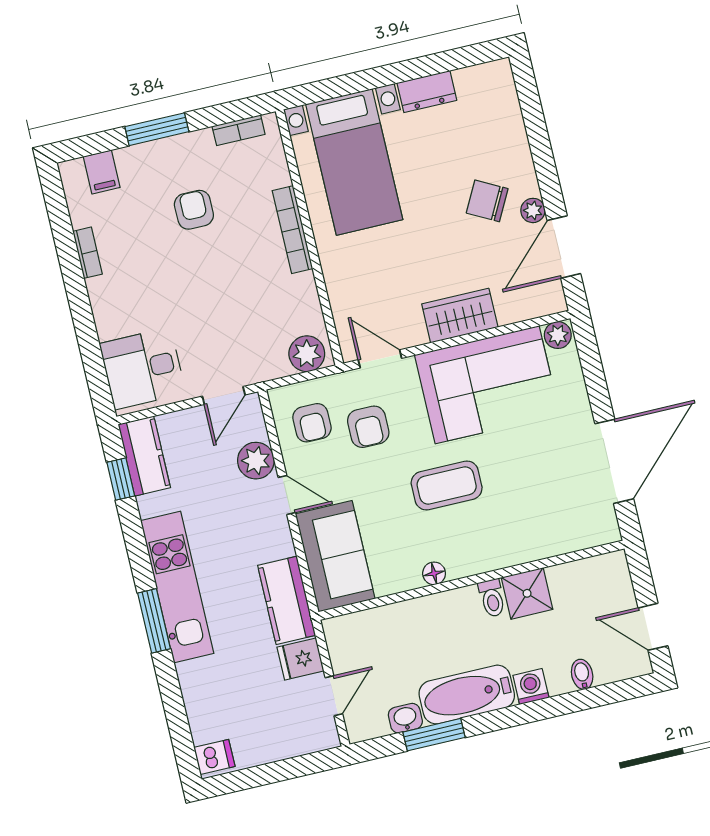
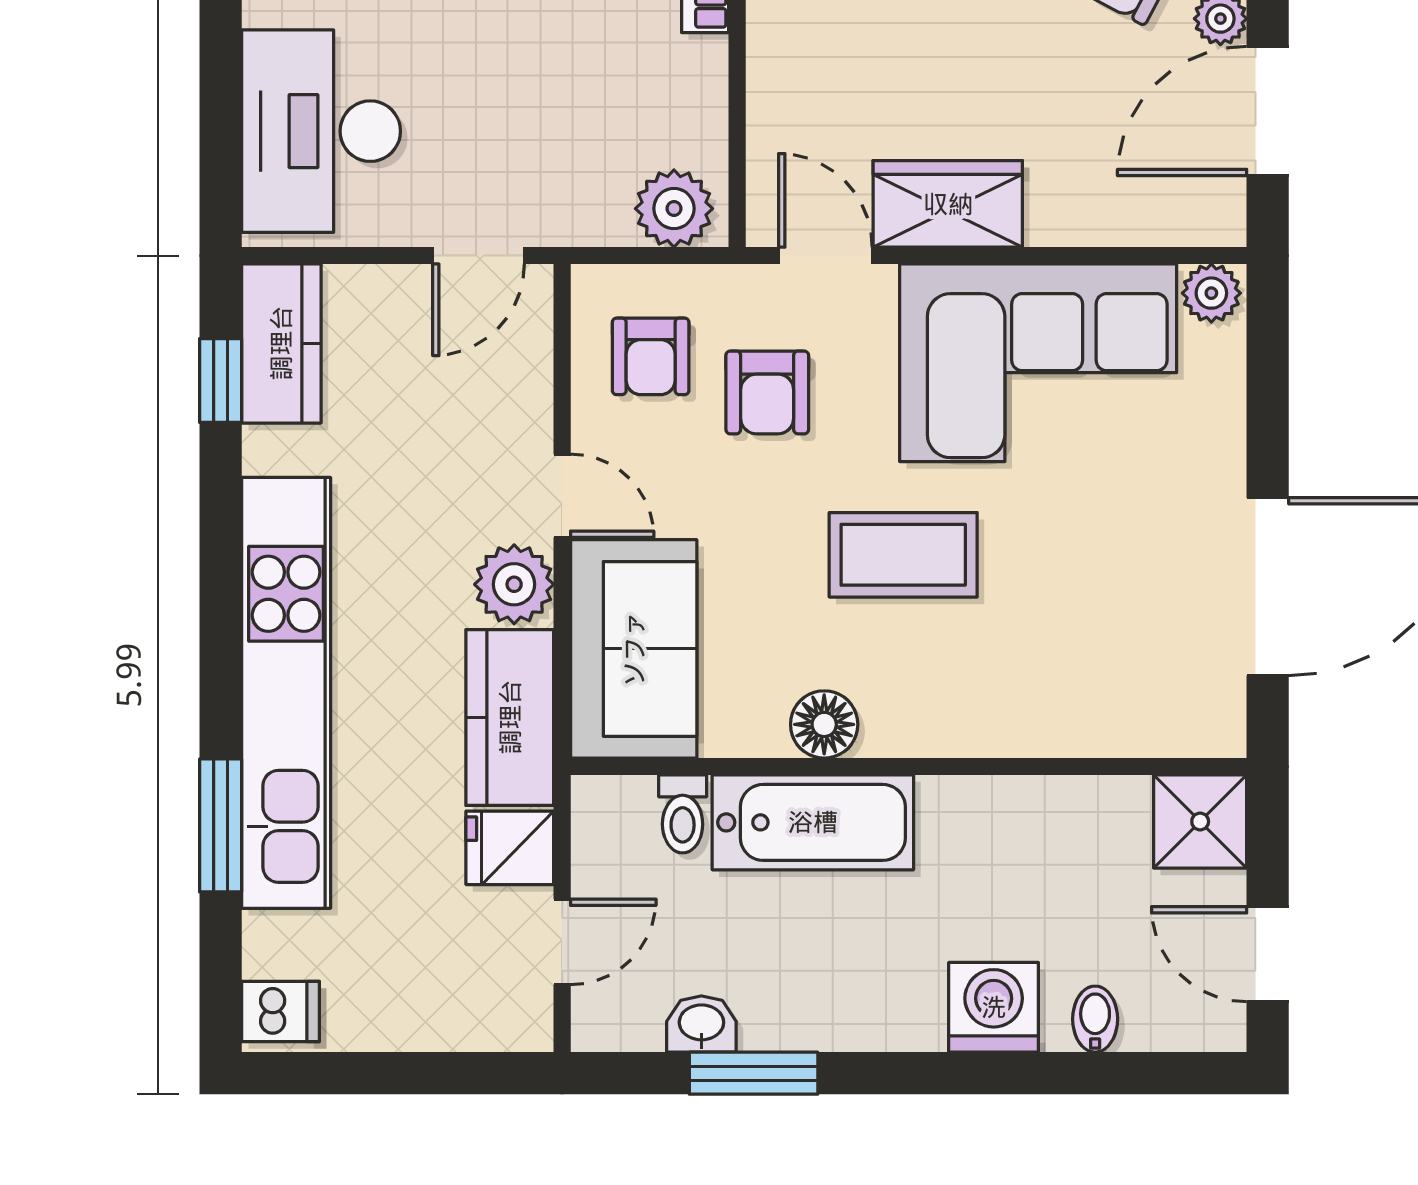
wardrobe: (460, 316) -> (948, 204), moved
desk: (143, 369) -> (321, 131), width x1.37
plant: (256, 461) -> (514, 584), moved
floor lamp: (434, 573) -> (824, 724), width x1.37, depth x1.37
kitchen unit: (177, 587) -> (286, 693), width x1.36
shower: (527, 593) -> (1200, 822), moved
toilet: (492, 598) -> (683, 814), moved
window: (154, 621) -> (221, 825), moved
washing machine: (531, 687) -> (994, 1007), width x1.38, depth x1.38
bathtub: (467, 695) -> (813, 822), moved, turned 180

